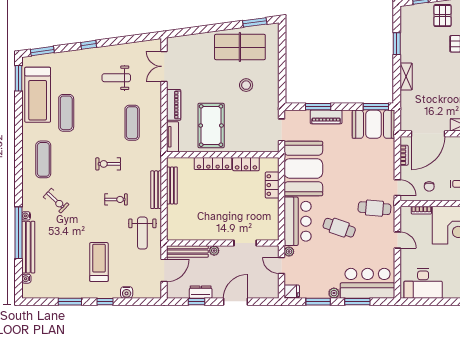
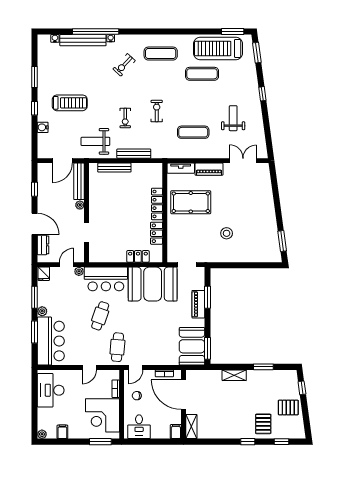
table tennis table: (240, 47) -> (260, 228), removed
bench: (172, 185) -> (114, 168), moved
door: (164, 270) -> (62, 161), hinge flipped
dresser: (201, 292) -> (43, 245), moved

